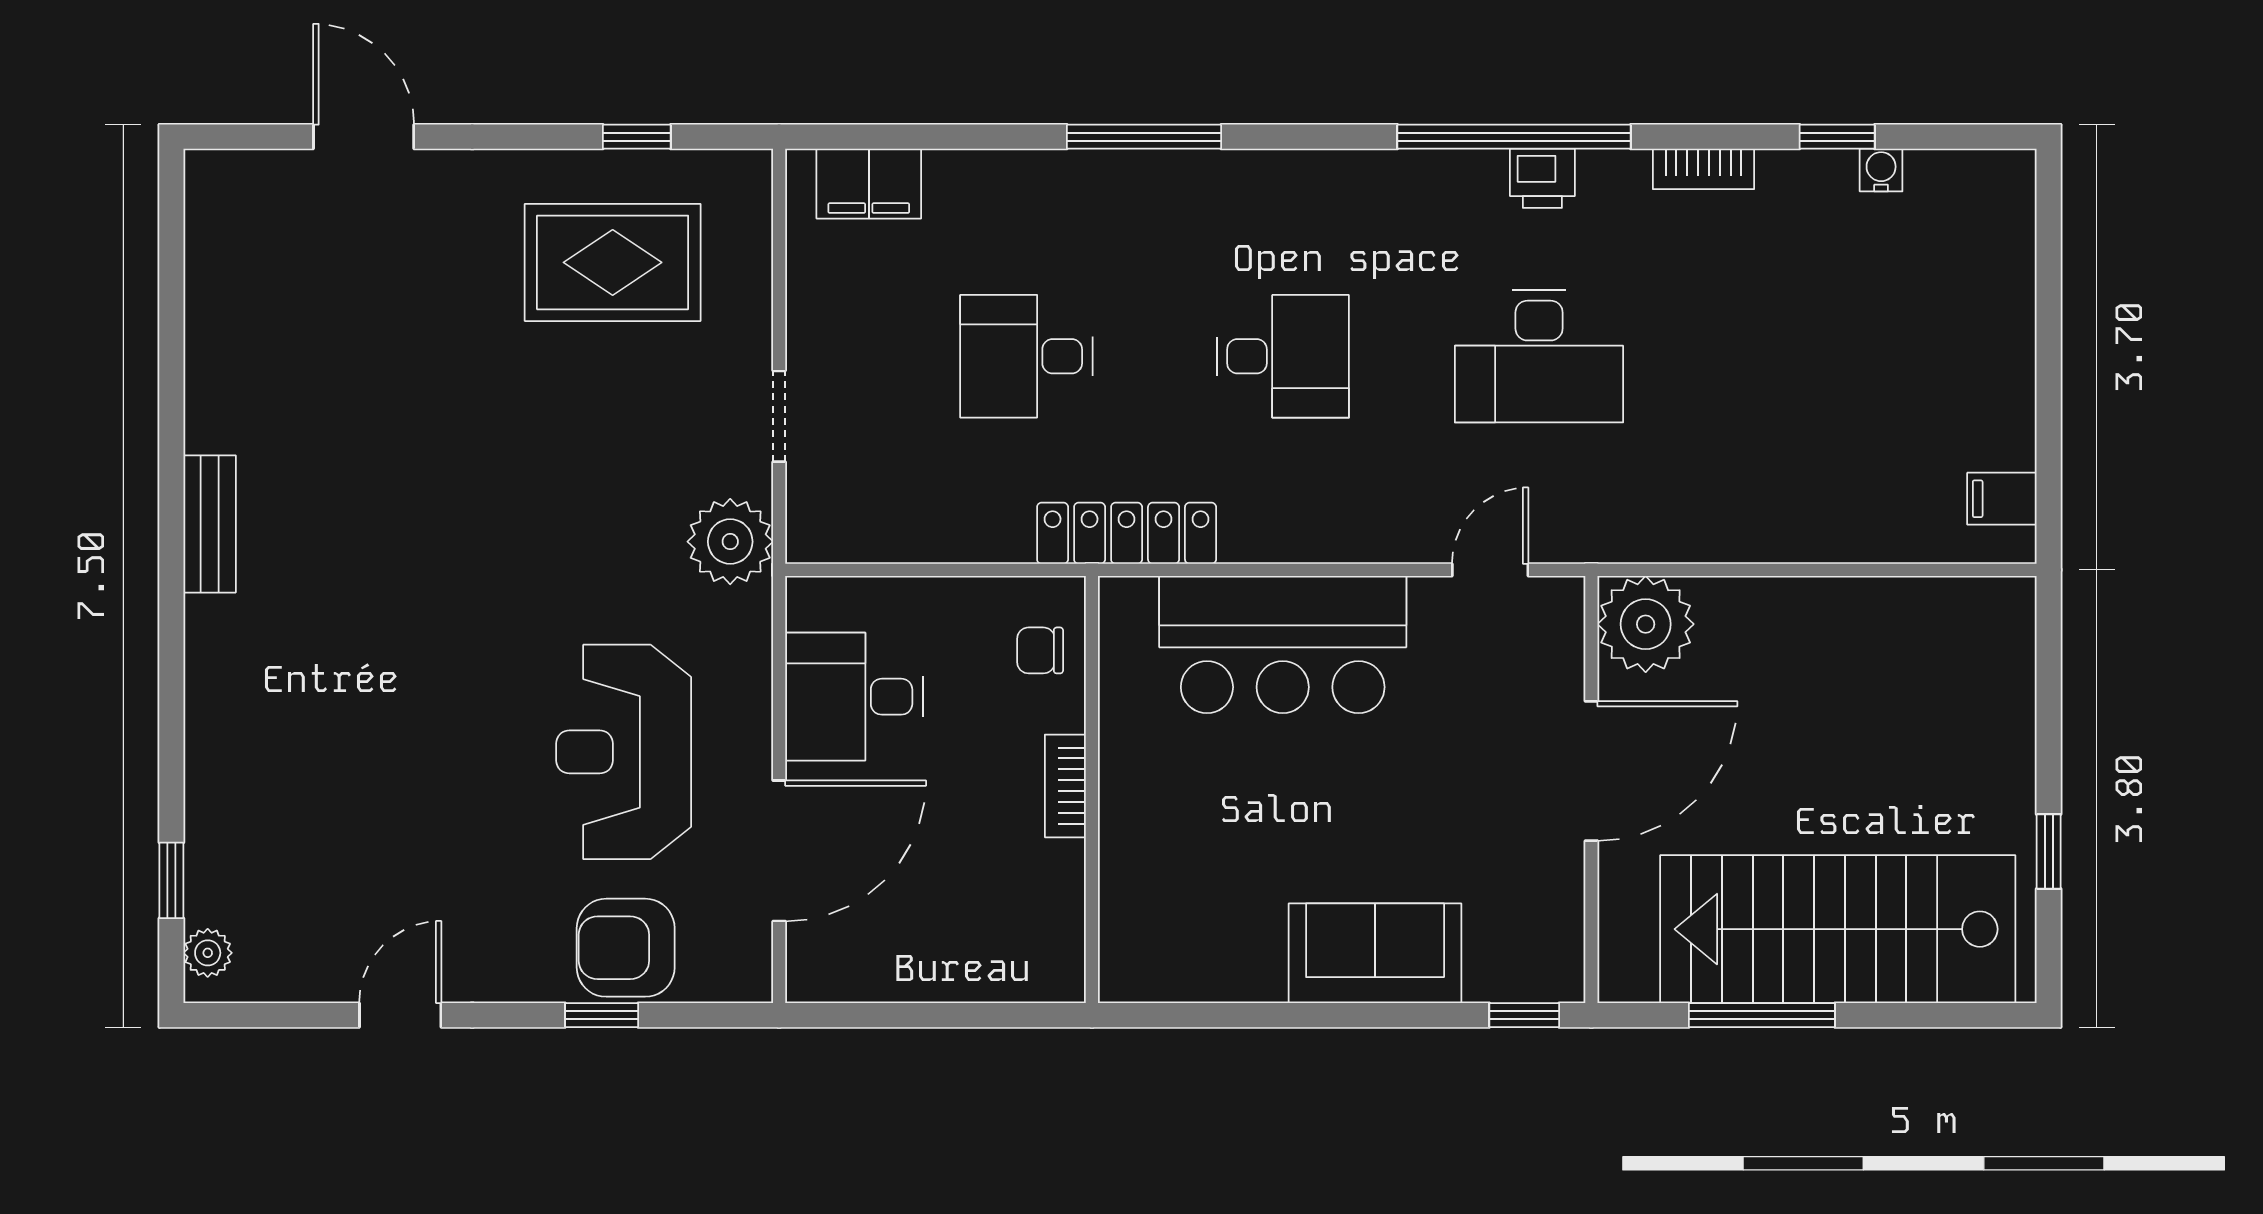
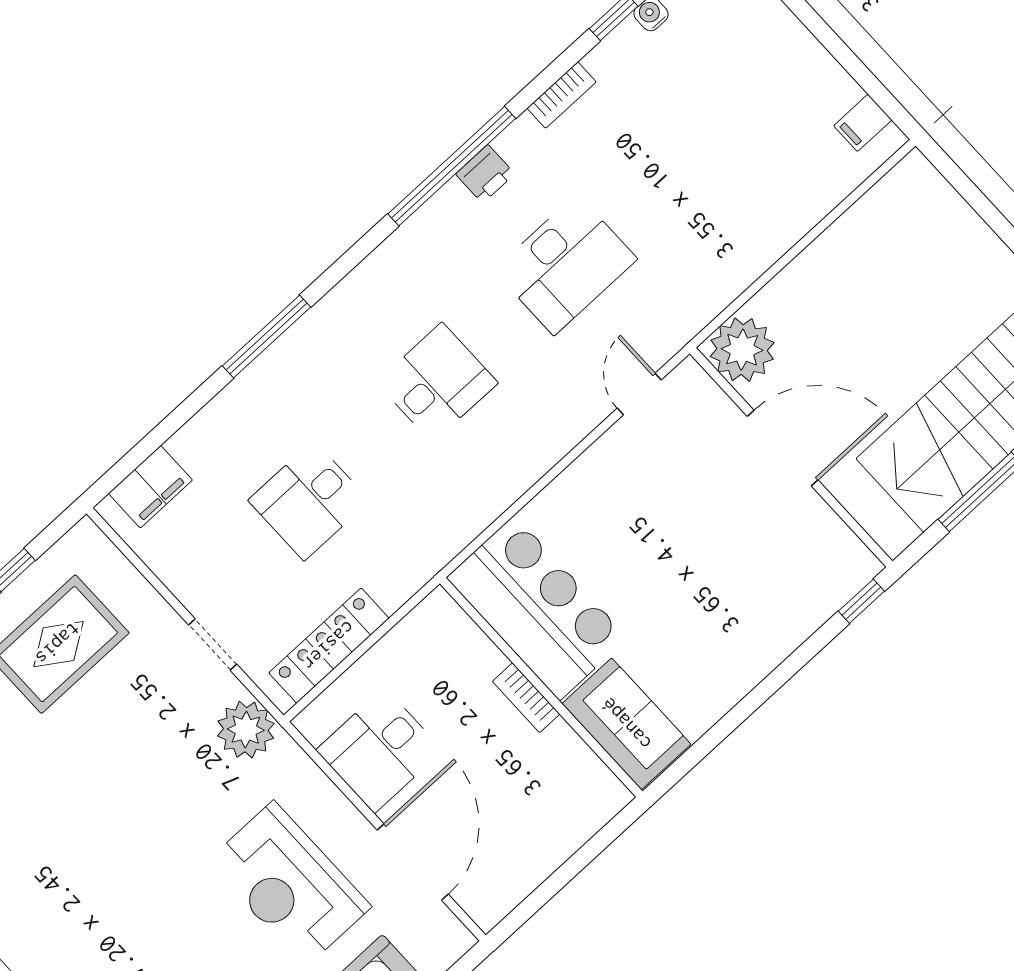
locker: (1127, 533) -> (329, 646), moved
bar counter: (1283, 645) -> (537, 608), moved, turned -90
chair: (1040, 650) -> (451, 642), removed
door: (1591, 771) -> (783, 448), hinge flipped
sofa: (1375, 953) -> (626, 724), moved, turned 90

